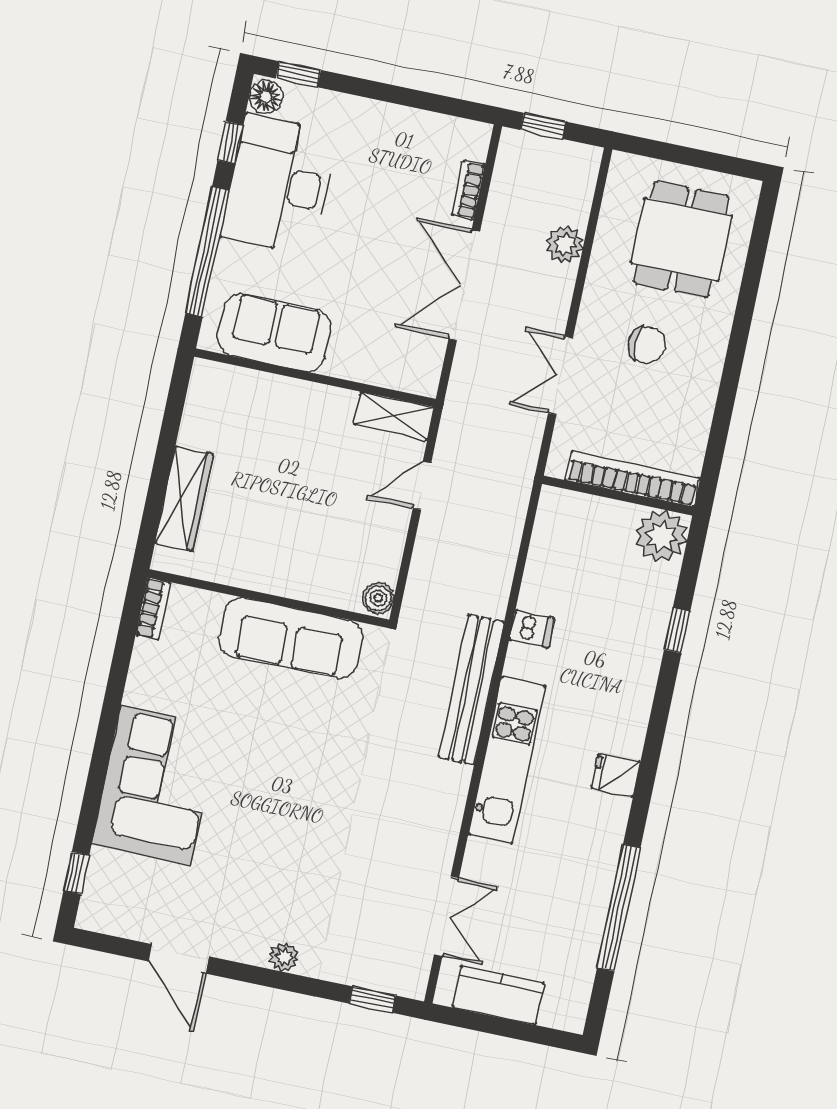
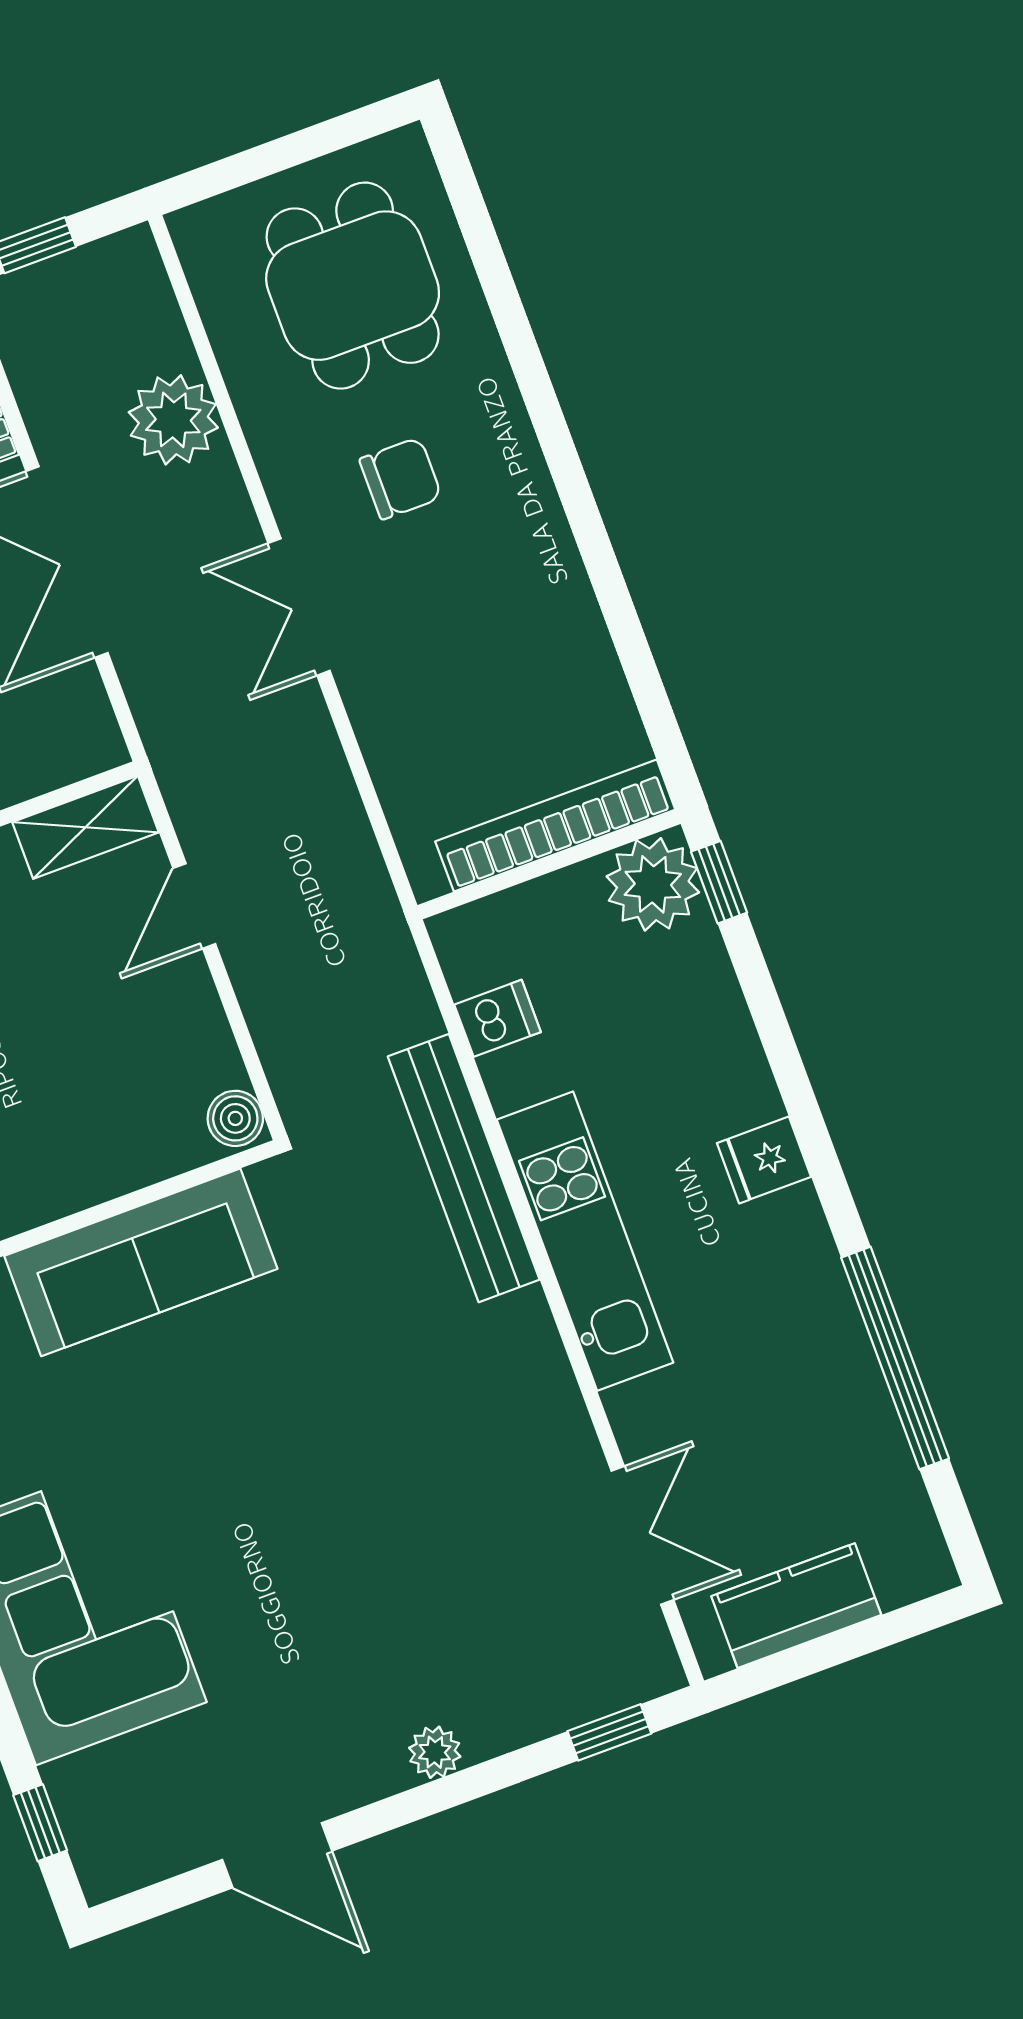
plant: (565, 244) -> (173, 420), width x1.36, depth x1.36
bookcase: (633, 479) -> (555, 825), moved
wall: (618, 496) -> (549, 864), moved
plant: (661, 536) -> (653, 884), moved

